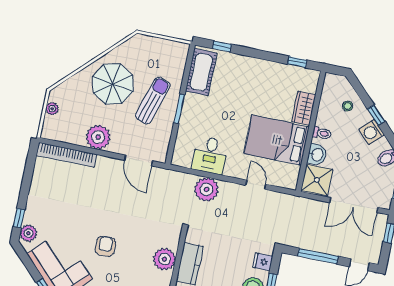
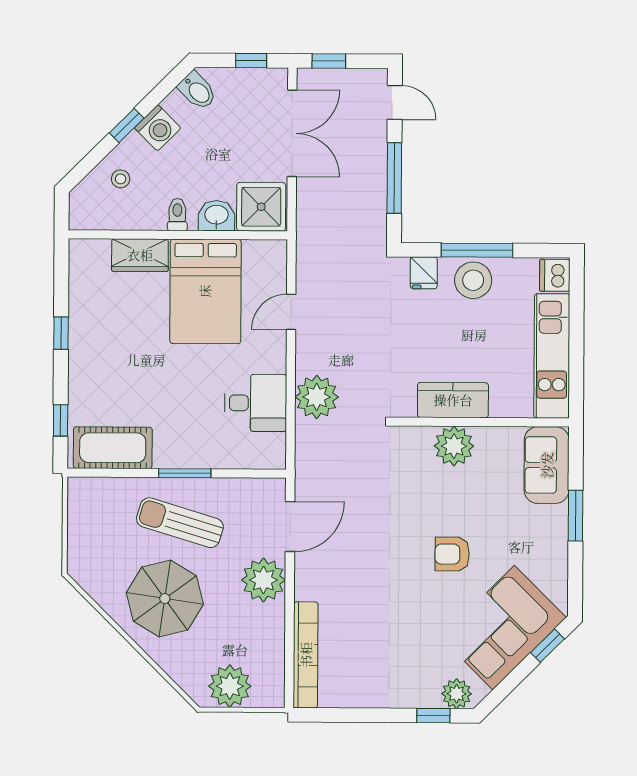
window: (297, 62) -> (61, 333), moved
plant: (52, 109) -> (230, 686), width x1.88, depth x1.88
plant: (98, 137) -> (263, 580), moved

